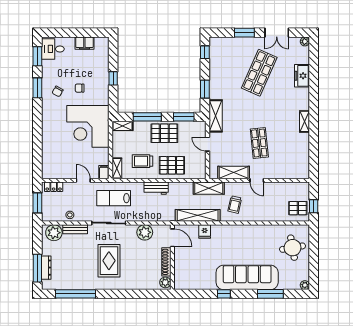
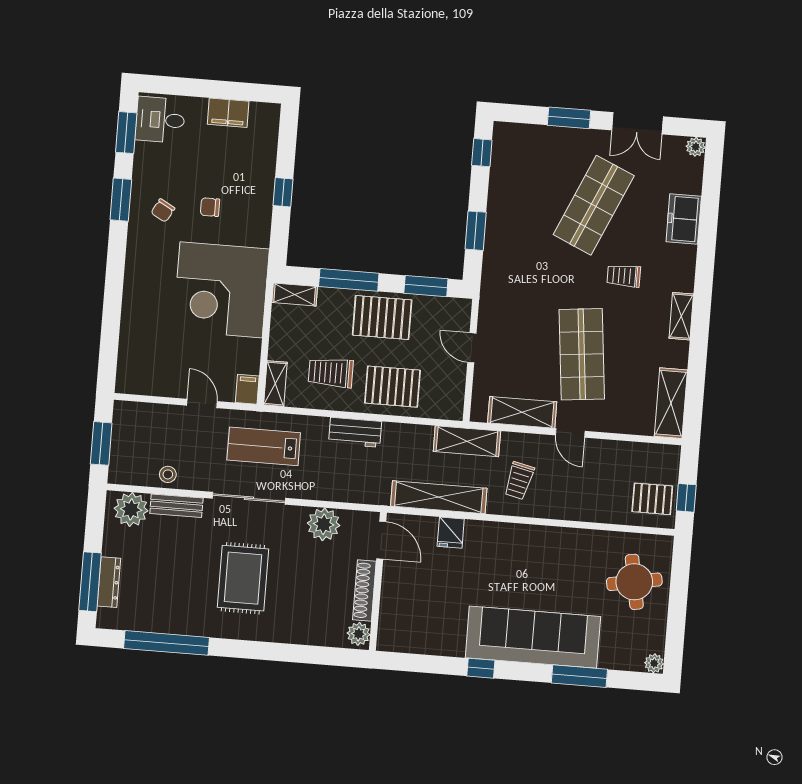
trolley: (276, 105) -> (624, 276), added
shelving: (216, 116) -> (671, 403), moved
shop shelf: (259, 143) -> (582, 354), width x1.43, depth x1.36
locker: (54, 187) -> (138, 412), removed

